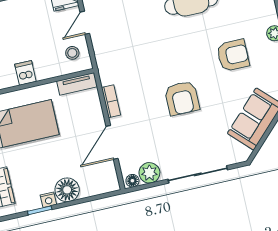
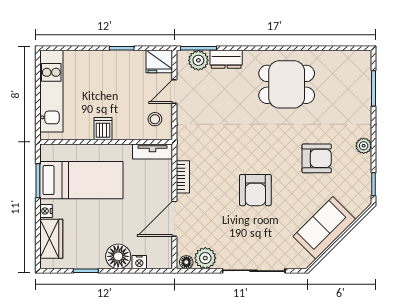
nightstand: (48, 200) -> (139, 262), moved

